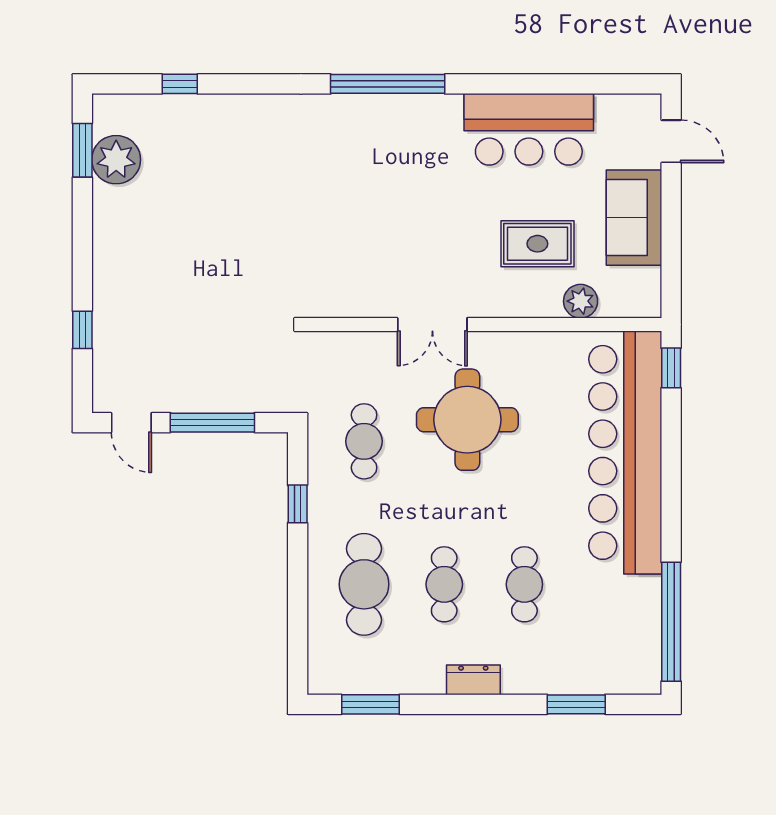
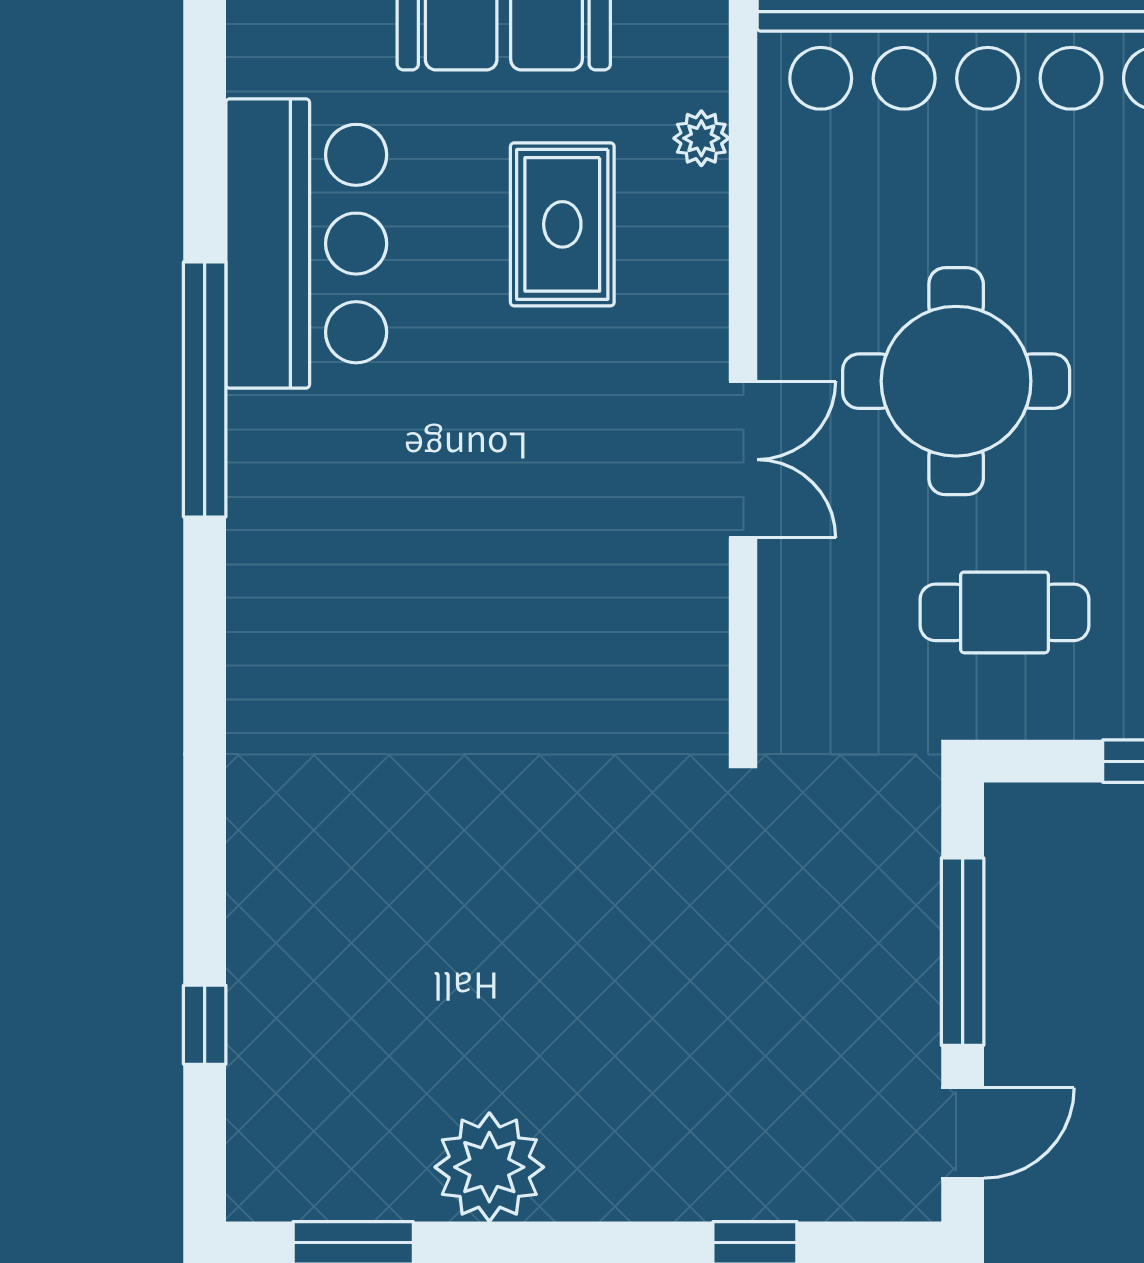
window: (388, 84) -> (205, 389), moved
plant: (116, 160) -> (489, 1167), moved
plant: (581, 301) -> (701, 138), width x0.73, depth x0.73

